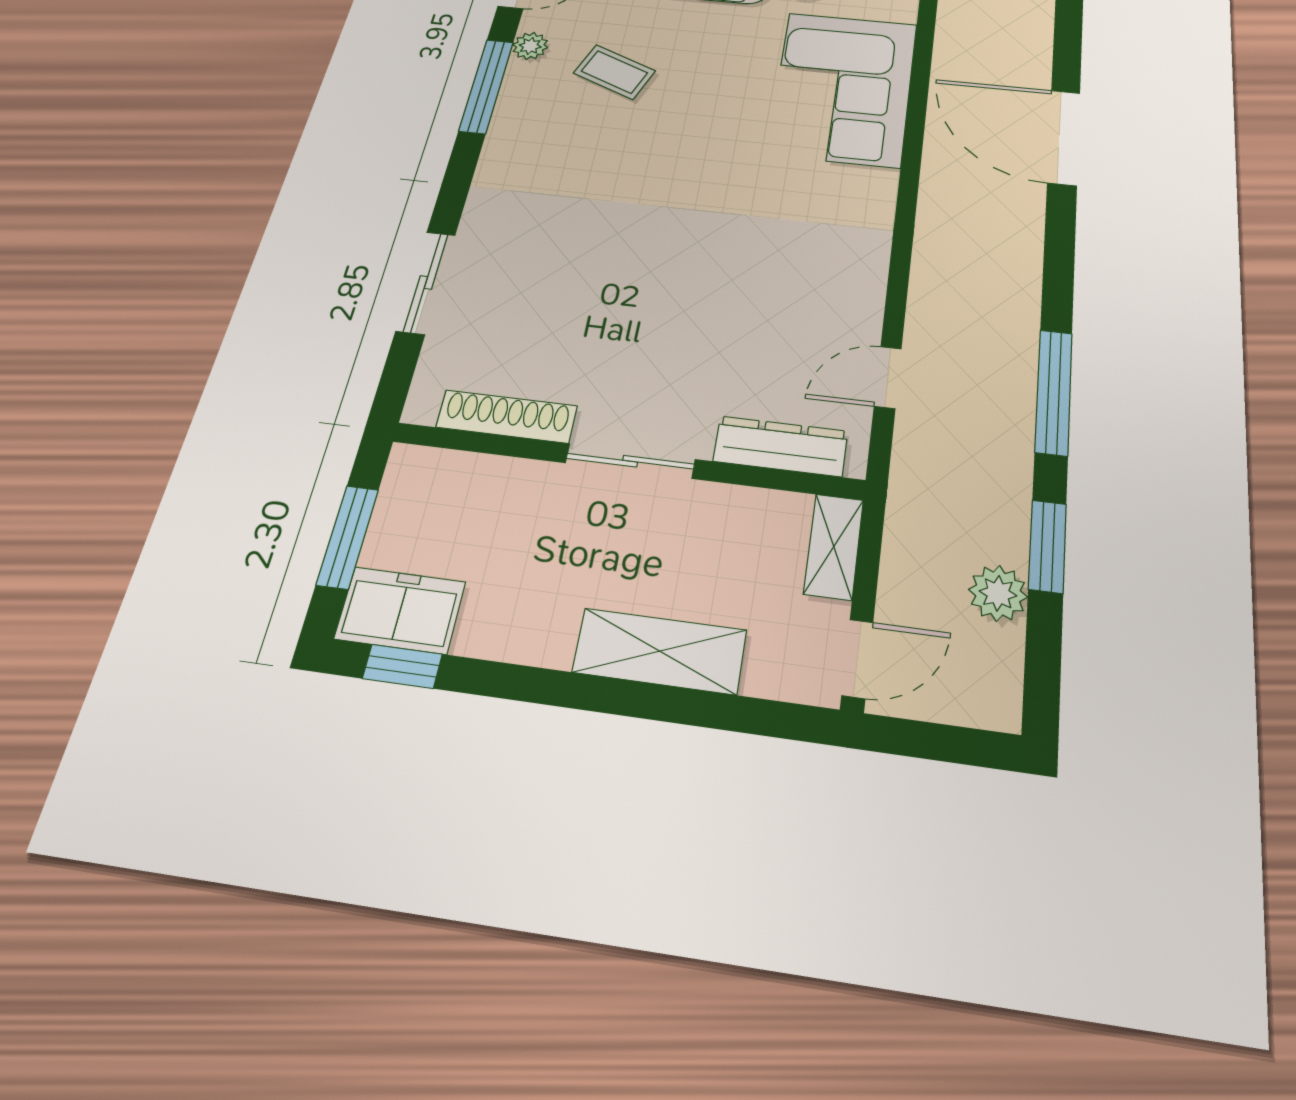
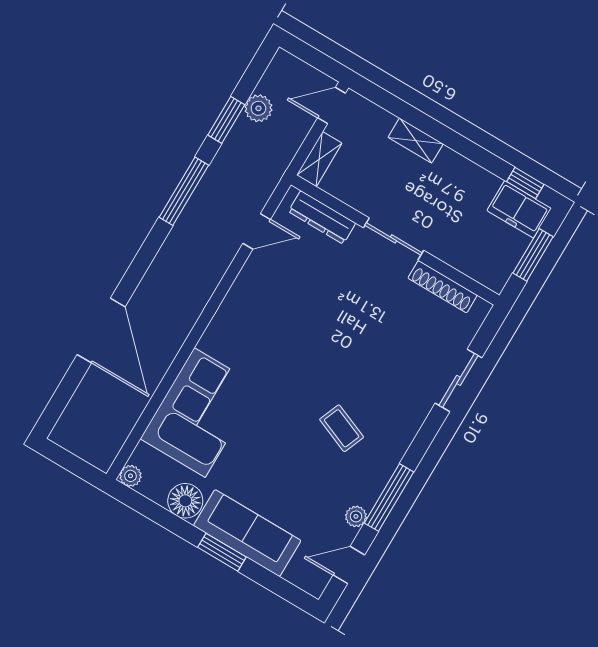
coffee table: (614, 72) -> (342, 428), moved
shelving: (660, 651) -> (416, 141), width x0.67, depth x0.75

